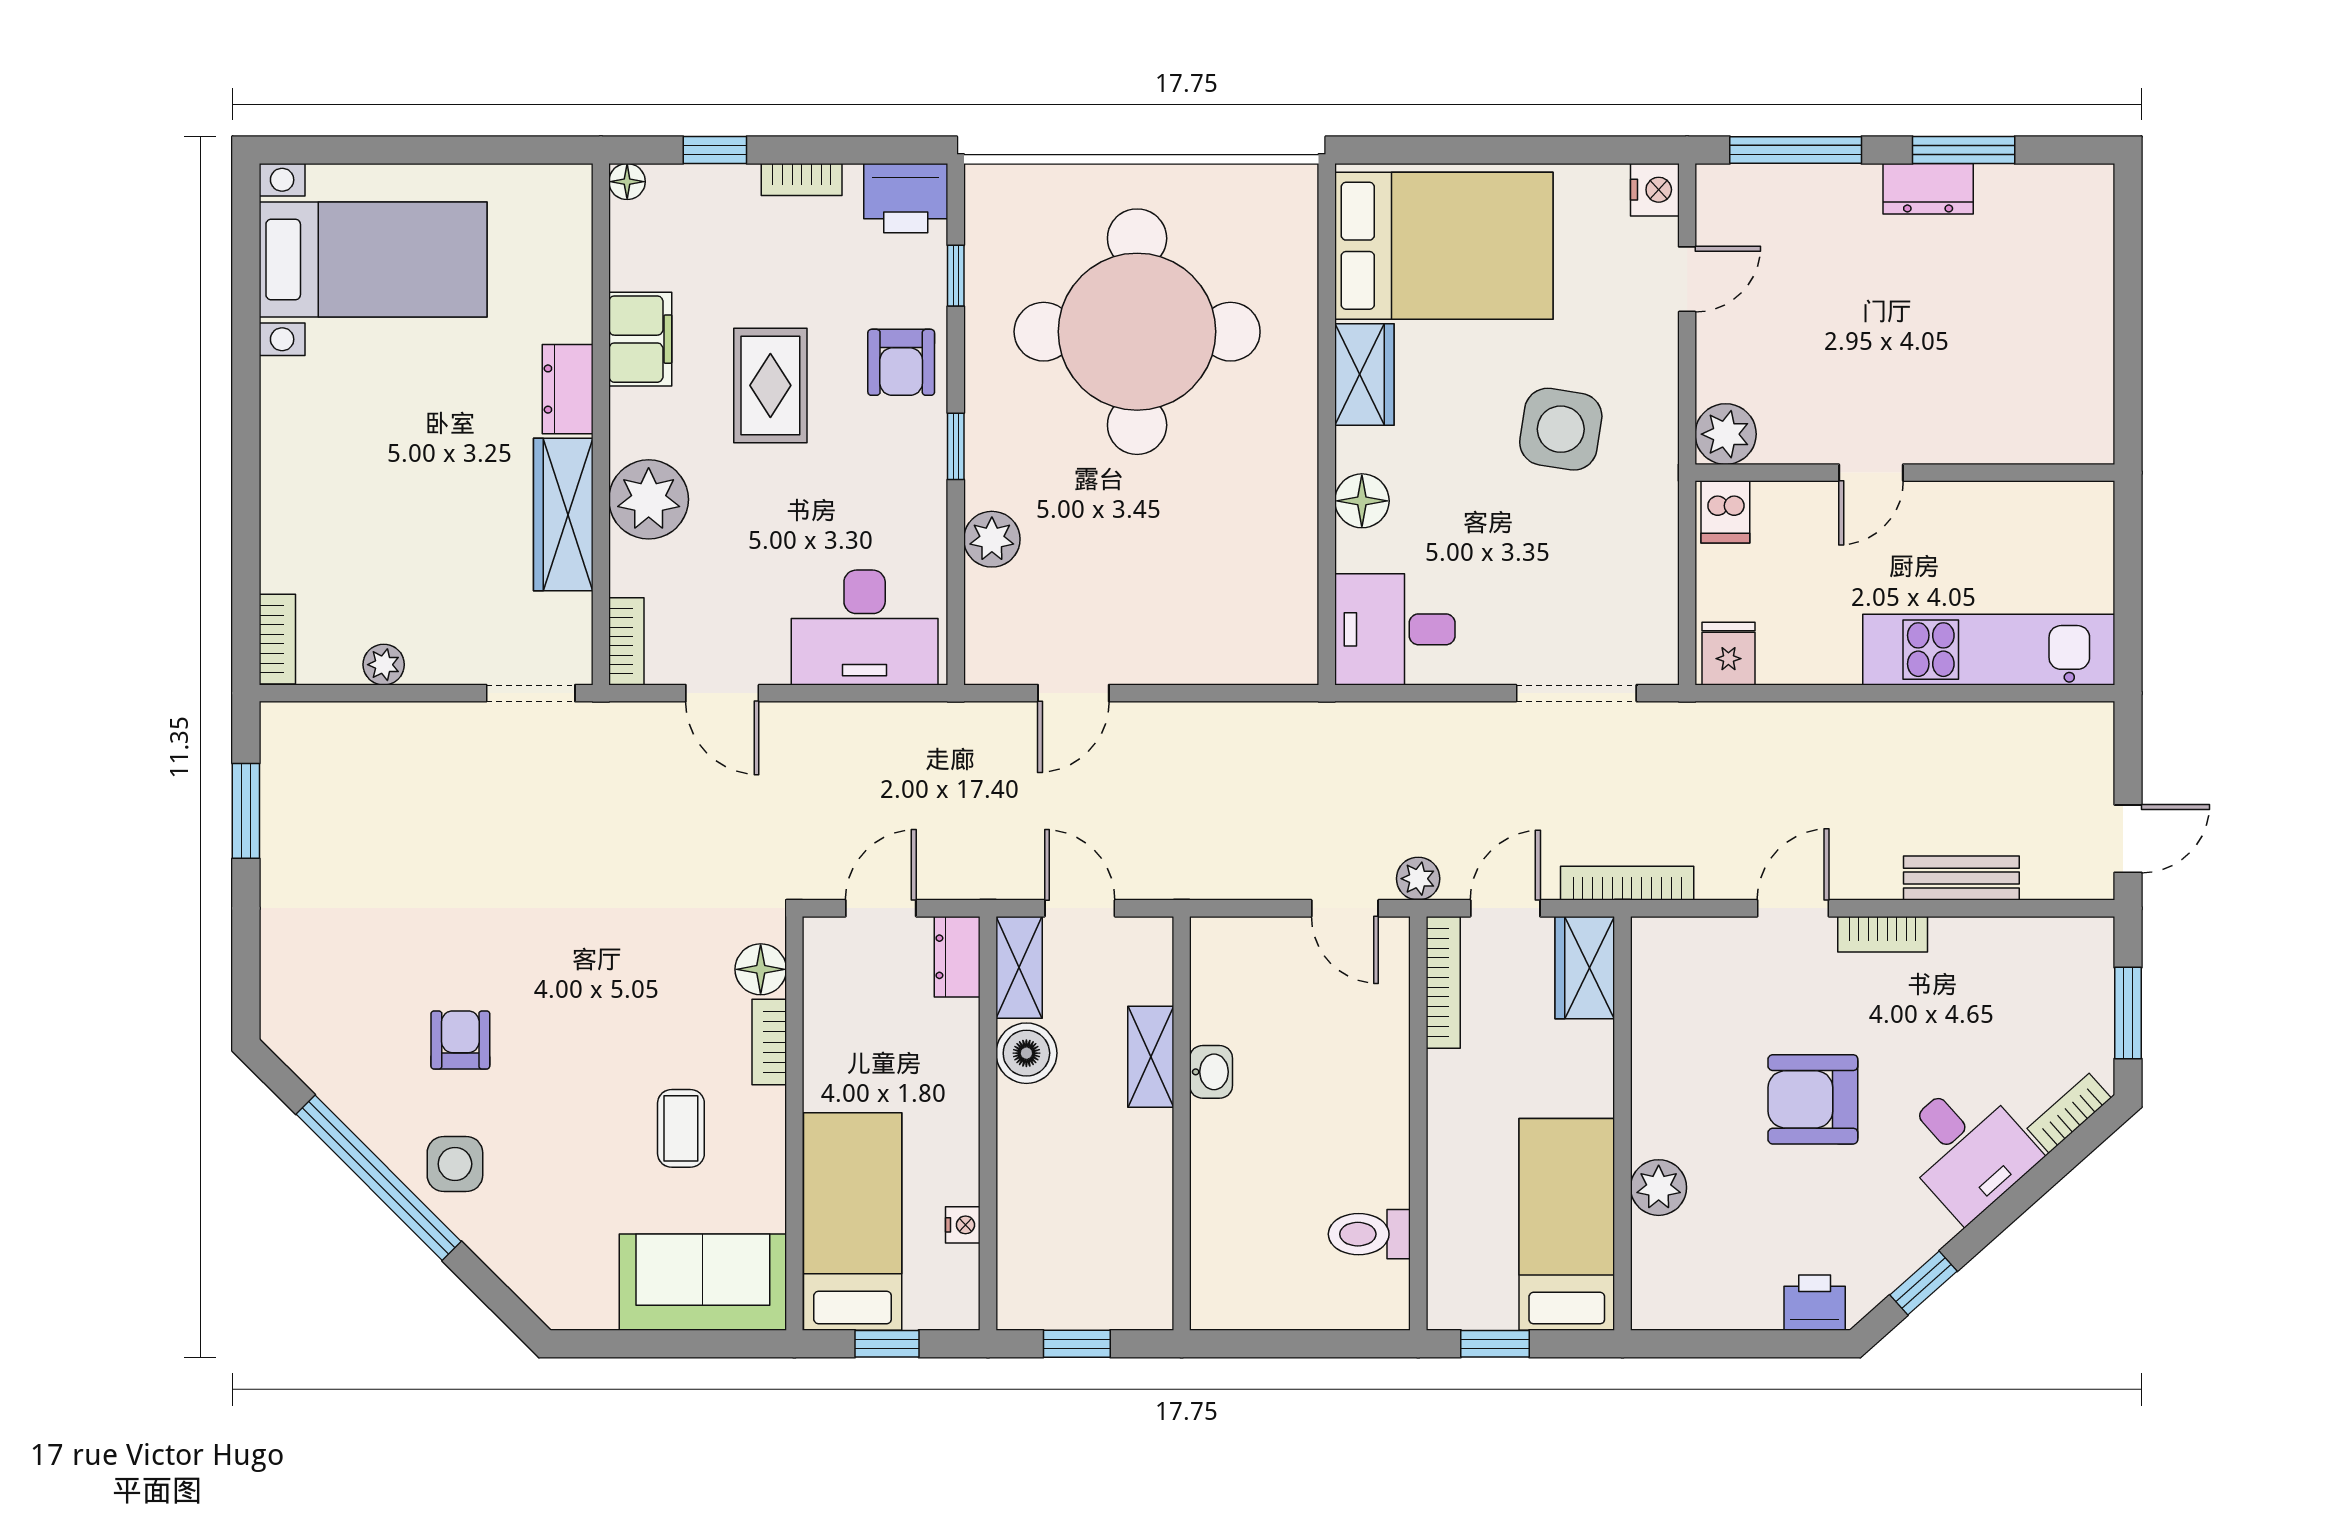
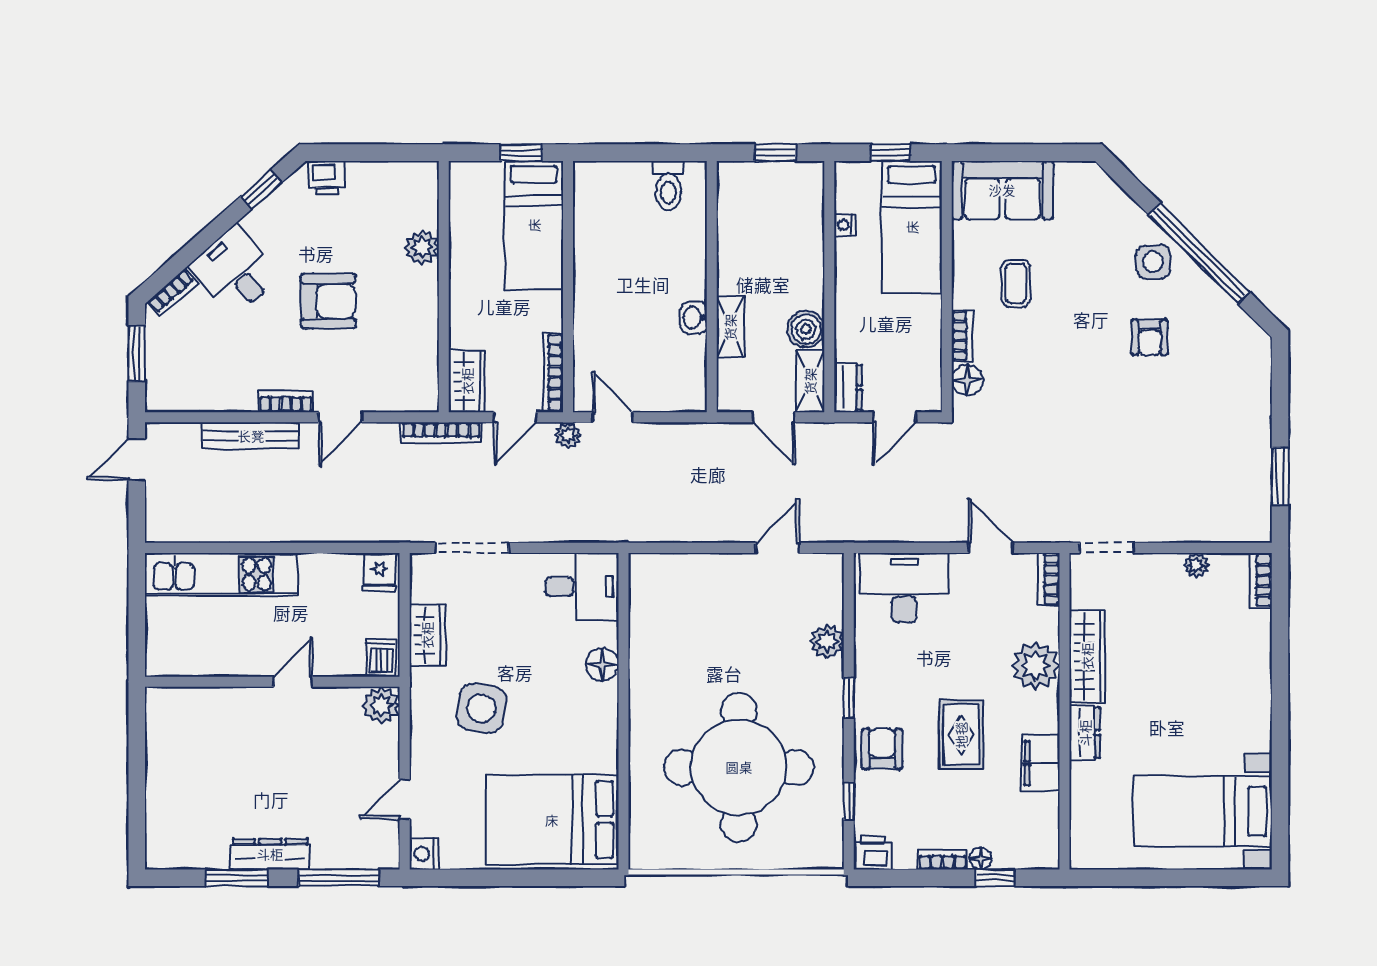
floor lamp: (627, 182) -> (981, 859), moved
dresser: (1928, 189) -> (270, 854), width x1.44
printer: (906, 198) -> (872, 853), width x0.73, depth x0.81
wardrobe: (1364, 375) -> (427, 635), moved, turned 180
bench: (1961, 878) -> (251, 436), width x1.36
bed: (1567, 1224) -> (534, 225), moved
toilet: (1369, 1234) -> (668, 186), moved, turned 90

